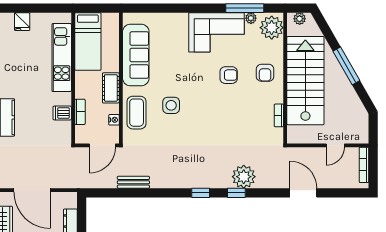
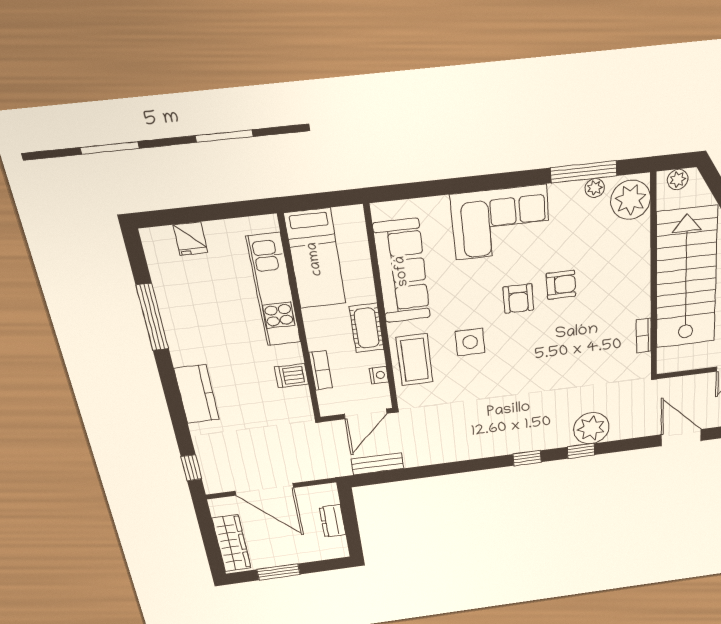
corner sofa: (216, 32) -> (501, 222), moved
armchair: (265, 73) -> (518, 299), moved
bench: (133, 182) -> (378, 464), moved

